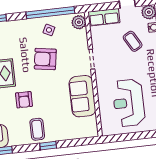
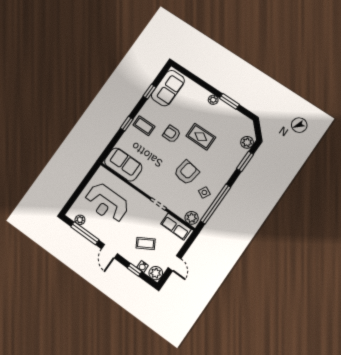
row of seats: (104, 17) -> (176, 227), moved, turned -90
sofa: (82, 96) -> (123, 164), moved
reception desk: (129, 103) -> (107, 203), turned 180

